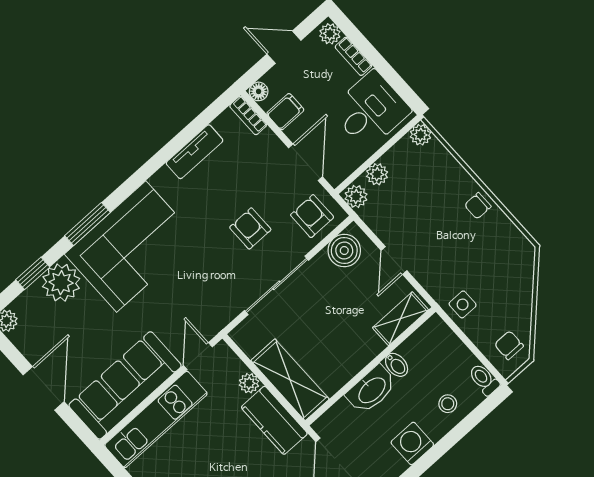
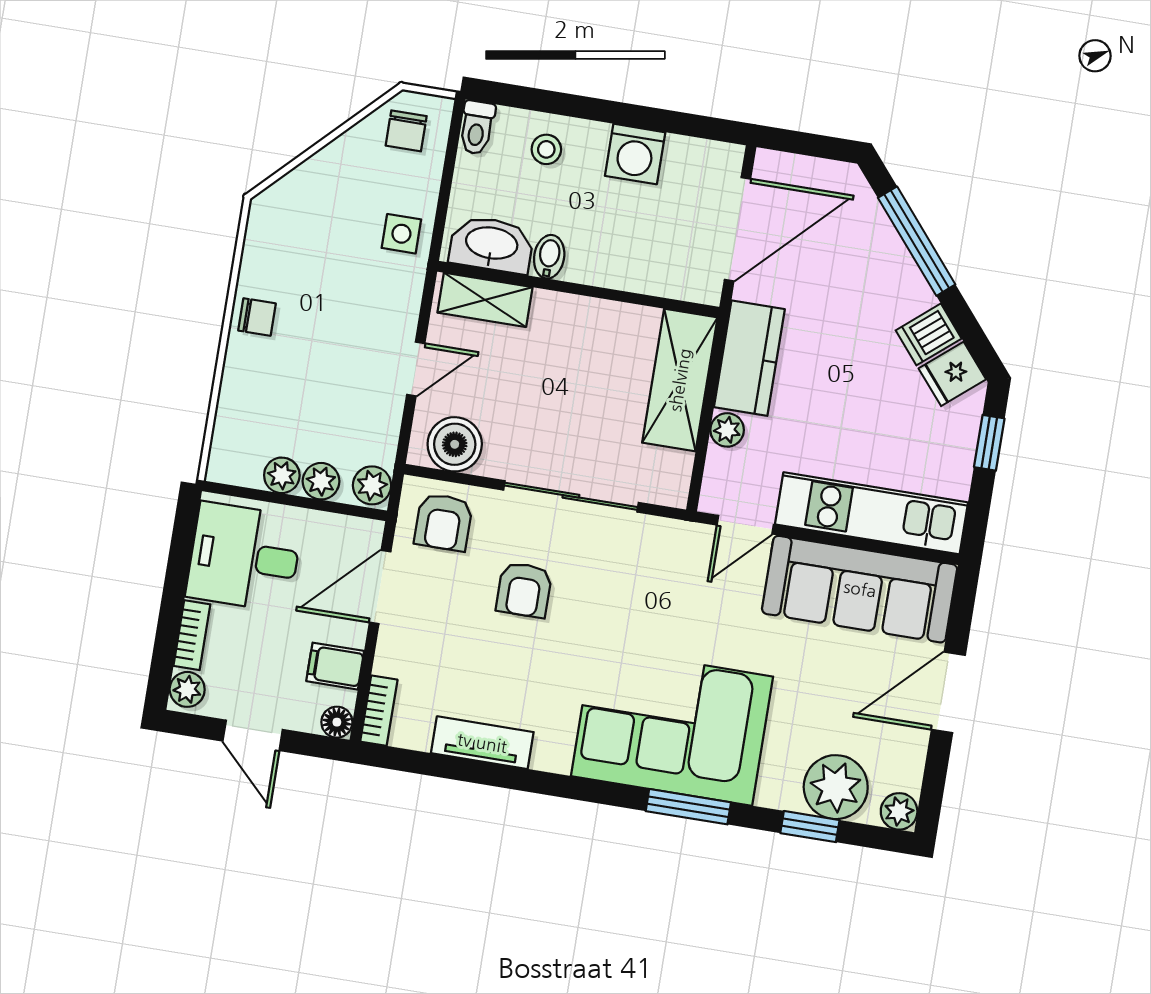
plant: (420, 135) -> (282, 475), moved
plant: (61, 283) -> (836, 787), moved
washbasin: (371, 390) -> (491, 245), moved

